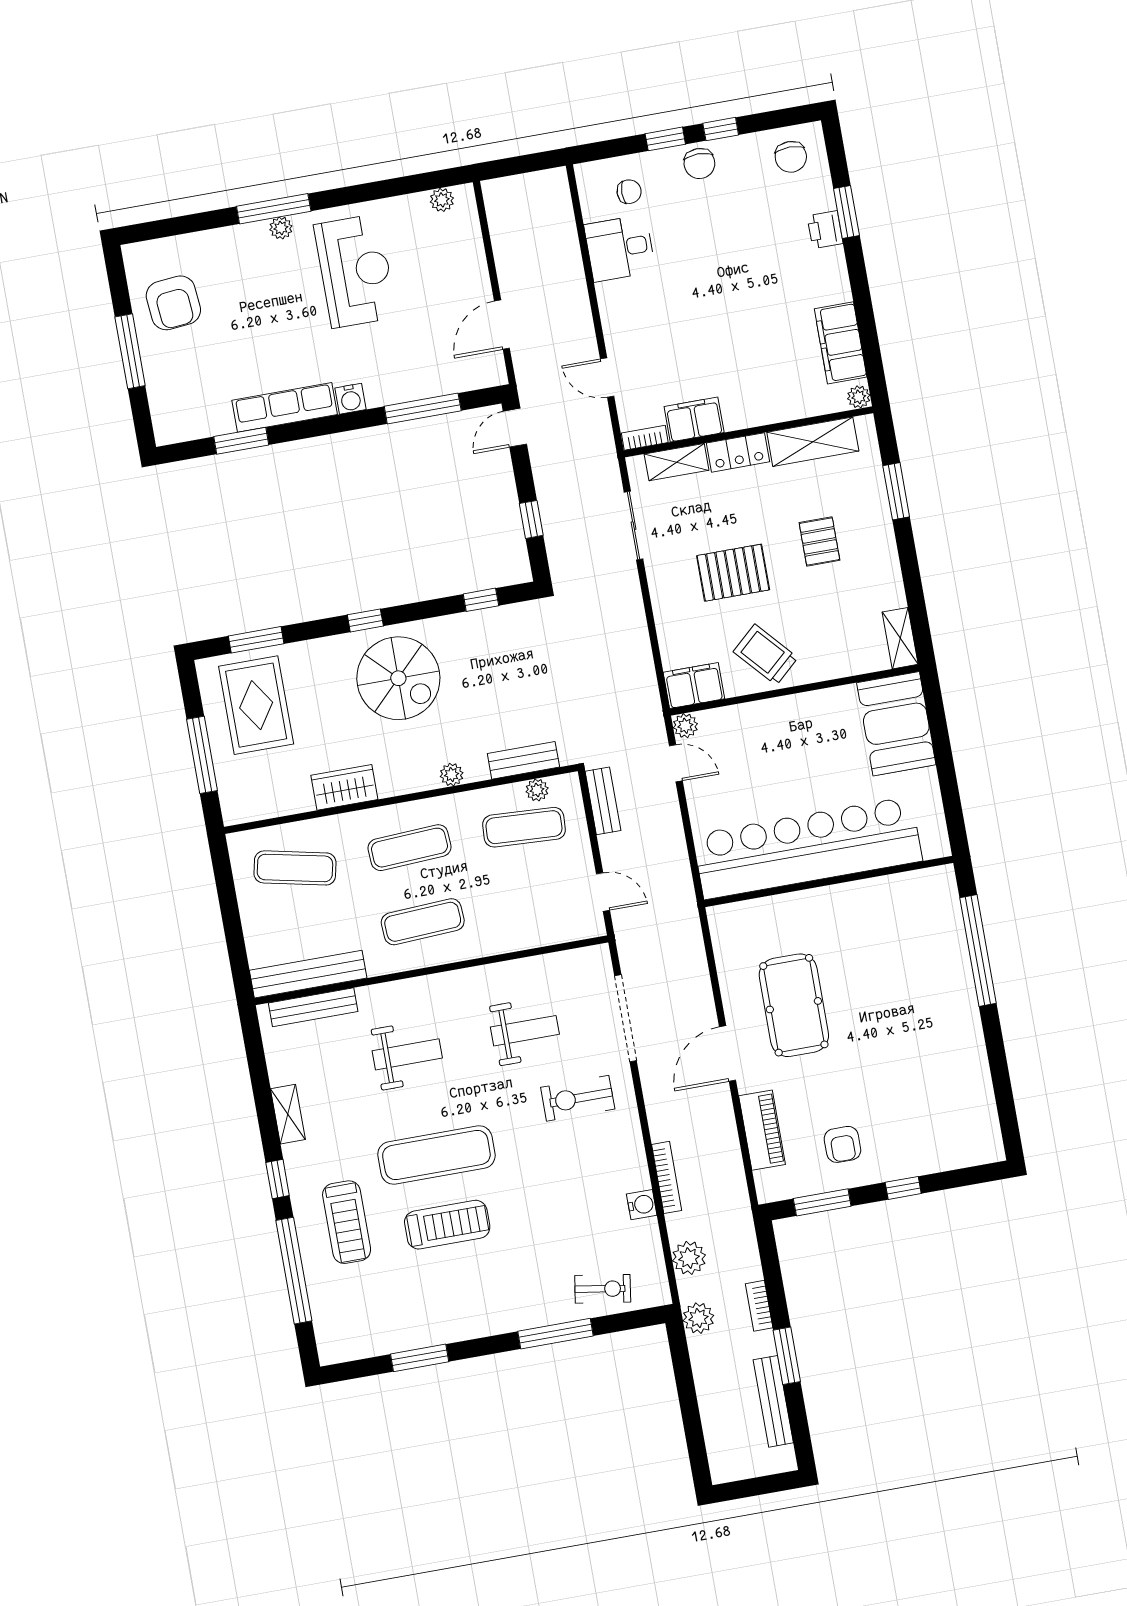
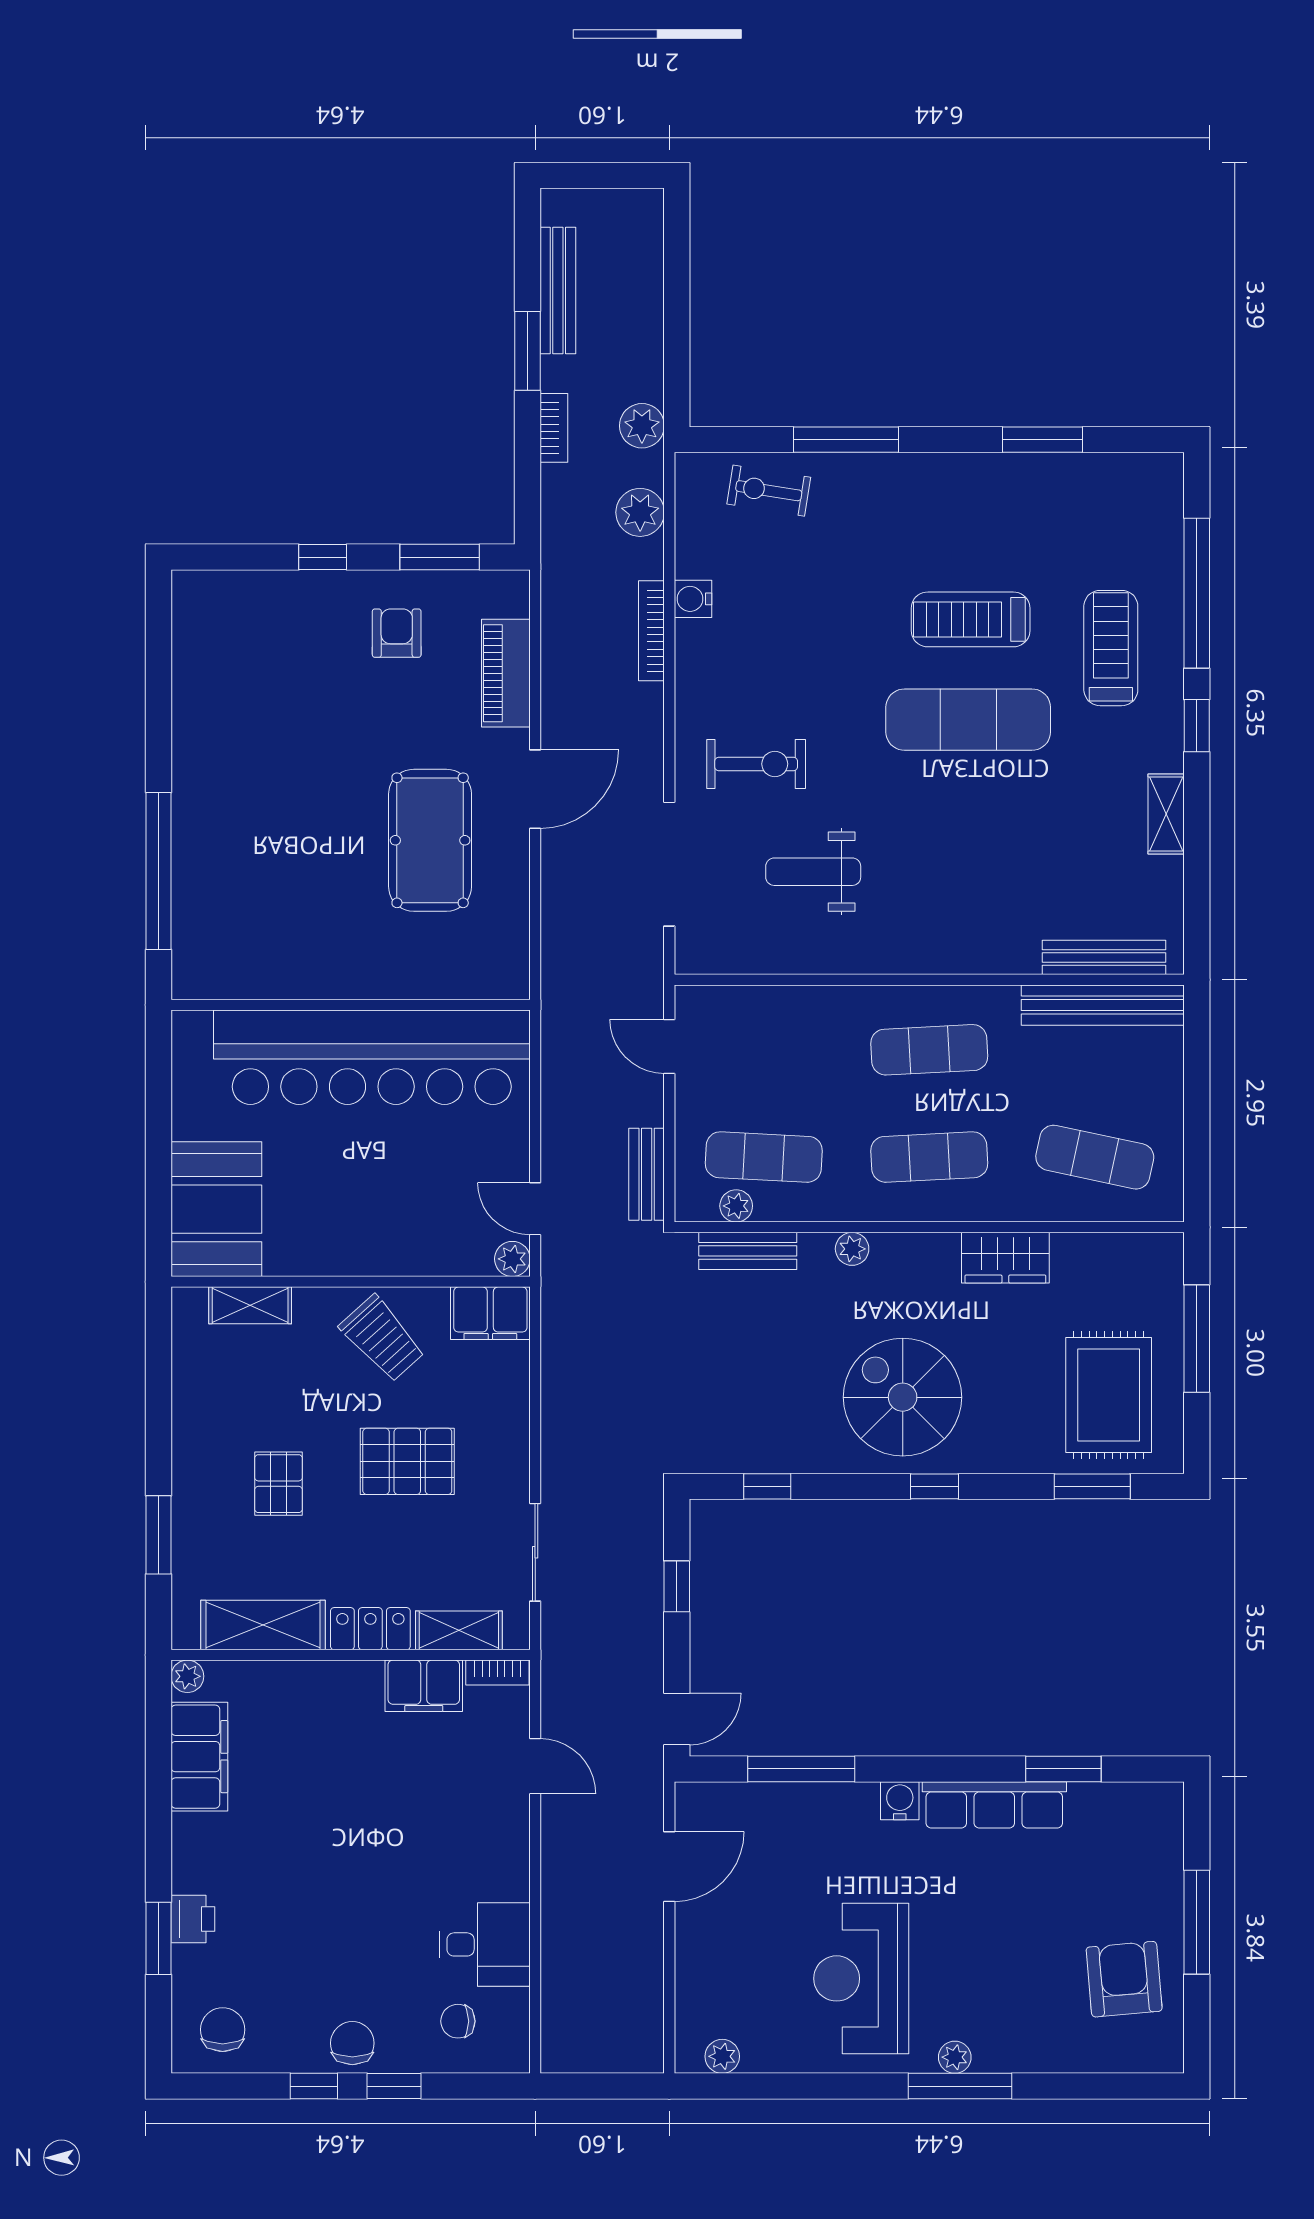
shelving: (900, 638) -> (250, 1305), moved, turned 90
weight bench: (407, 1054) -> (984, 868), removed

